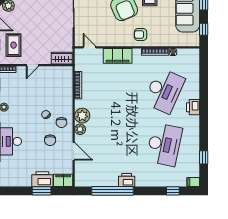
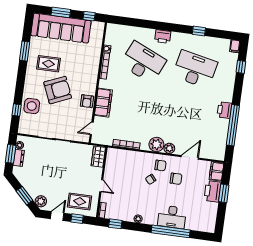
armchair: (141, 35) -> (87, 101), moved
window: (204, 157) -> (199, 31), moved

